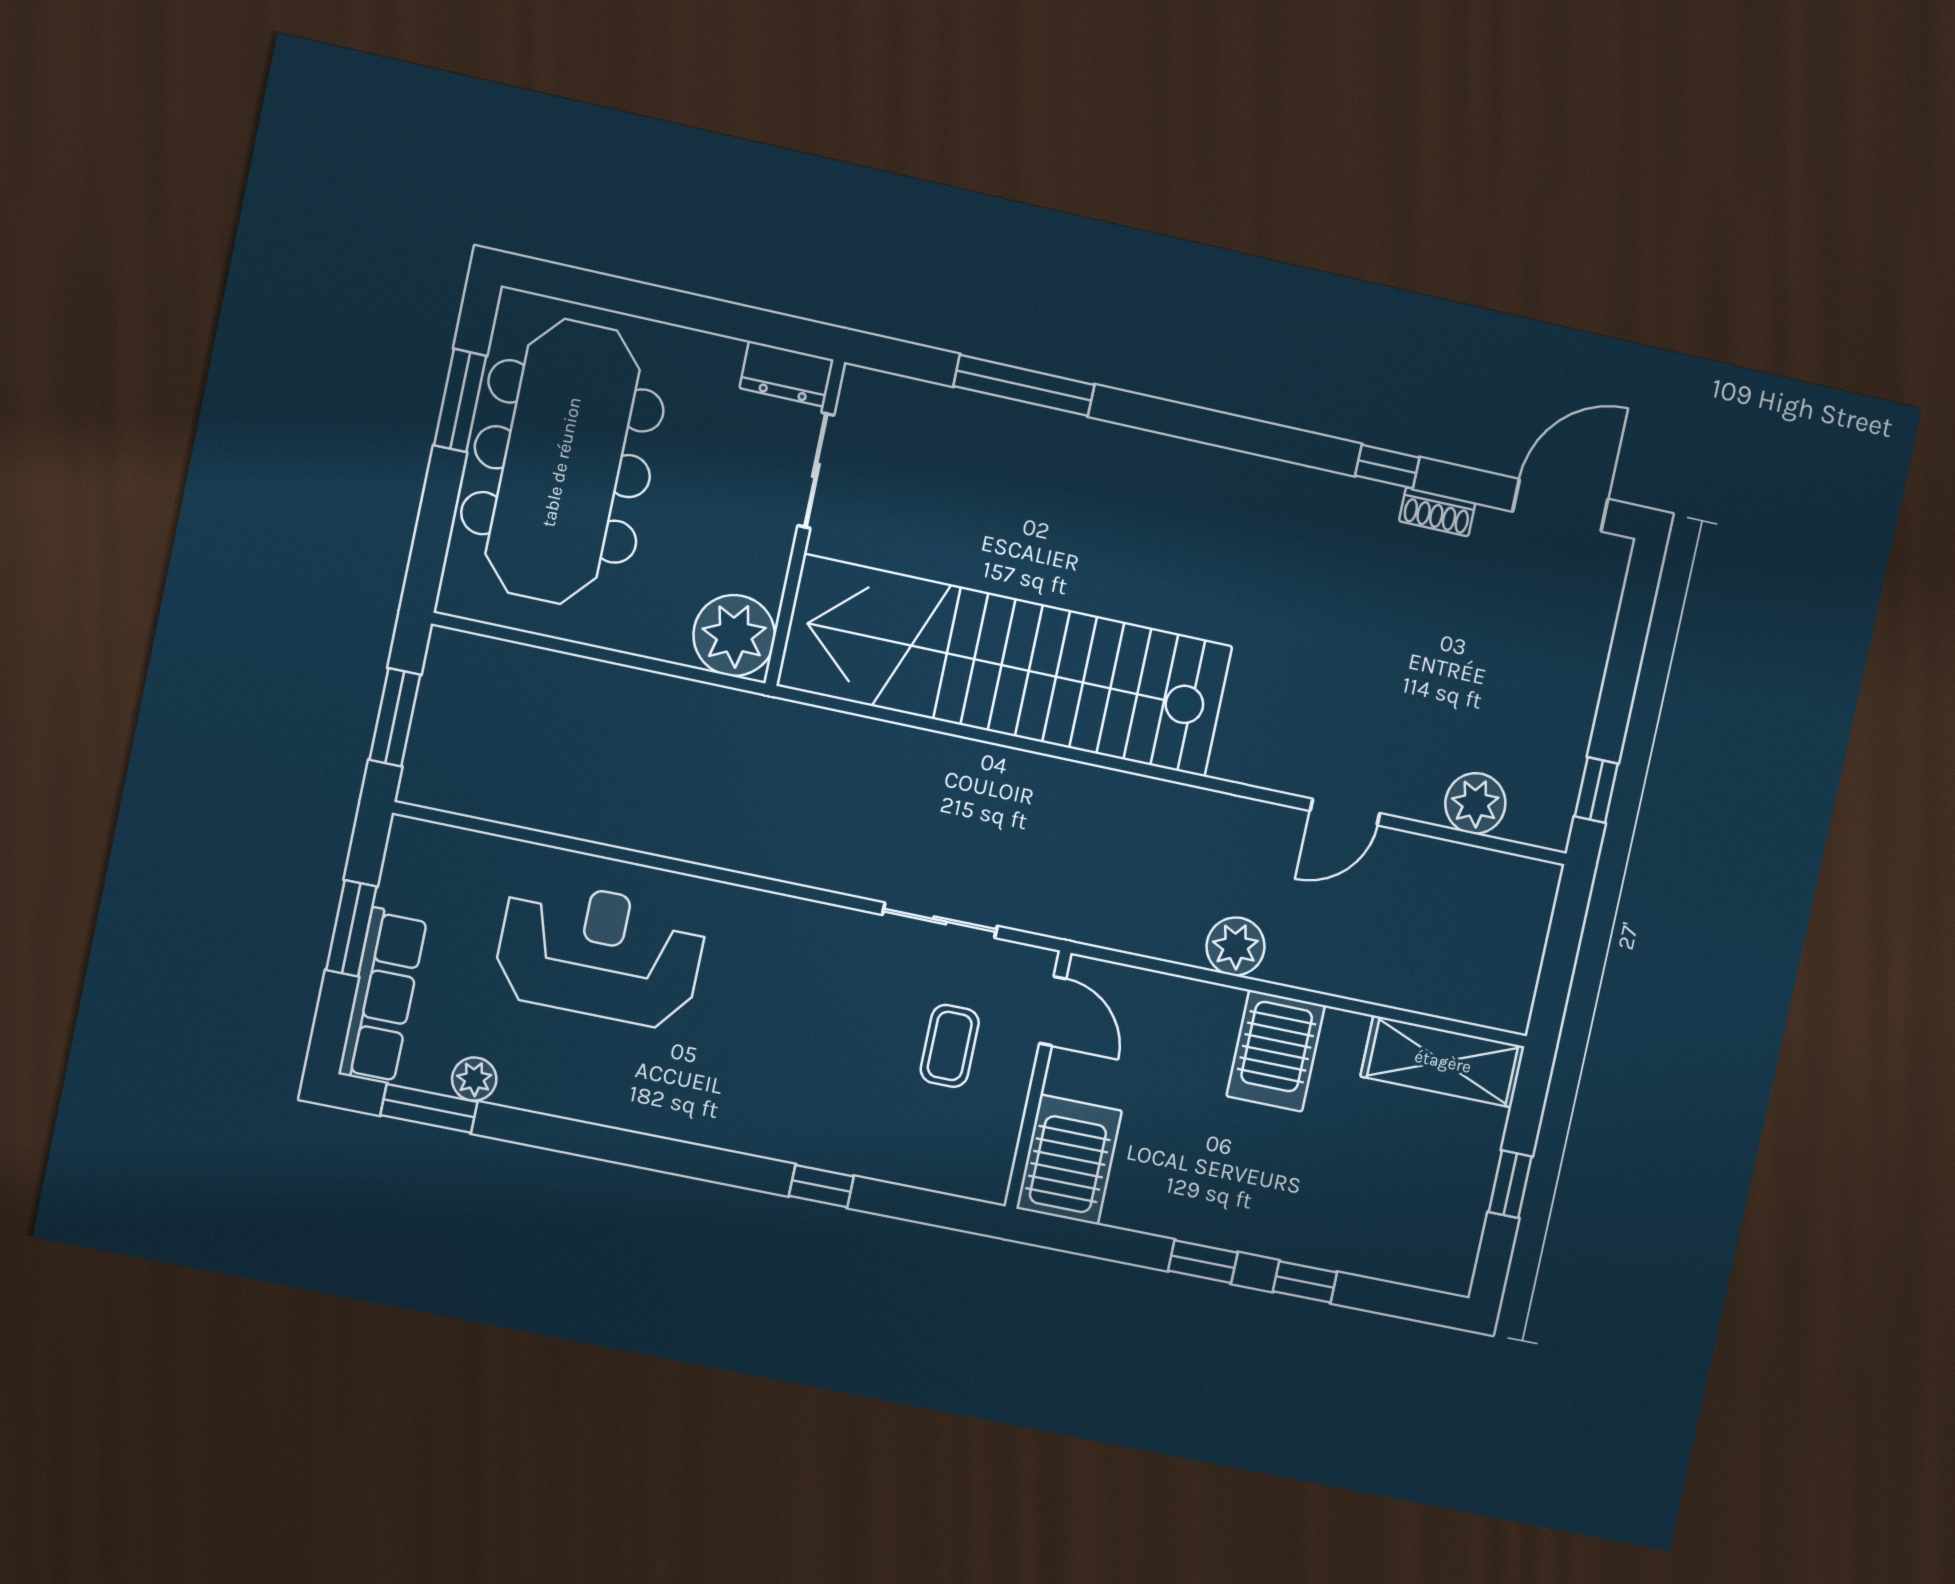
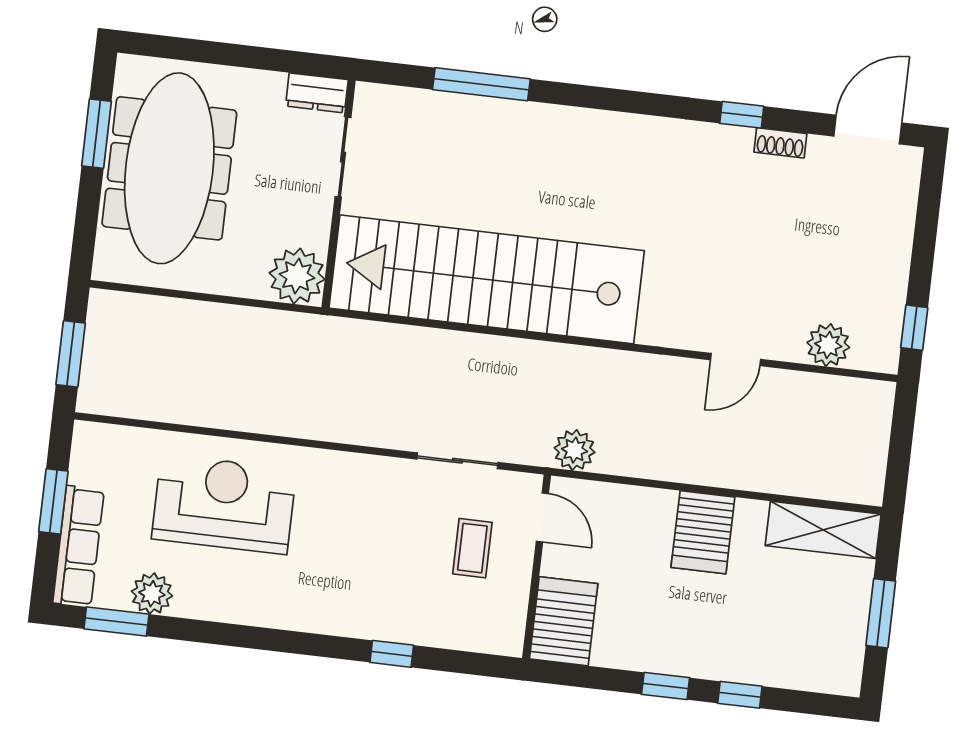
plant: (1236, 946) -> (574, 450), moved
plant: (474, 1079) -> (152, 594), width x1.38, depth x1.38
window: (1510, 1184) -> (881, 613), width x1.50

